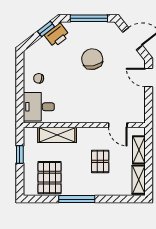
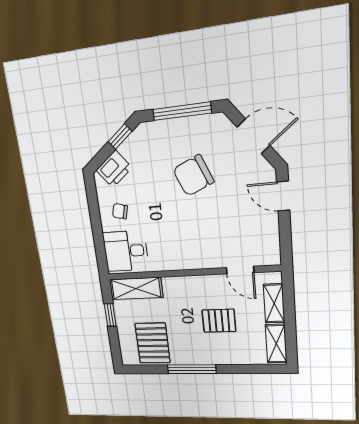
printer: (57, 35) -> (114, 169), moved
chair: (92, 59) -> (193, 176), turned -102
shelving: (57, 135) -> (136, 288), moved
pallet: (100, 161) -> (219, 321), turned 90

